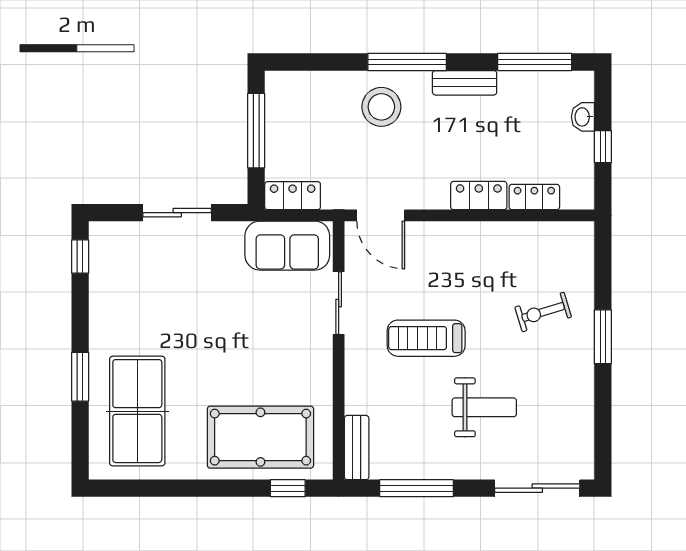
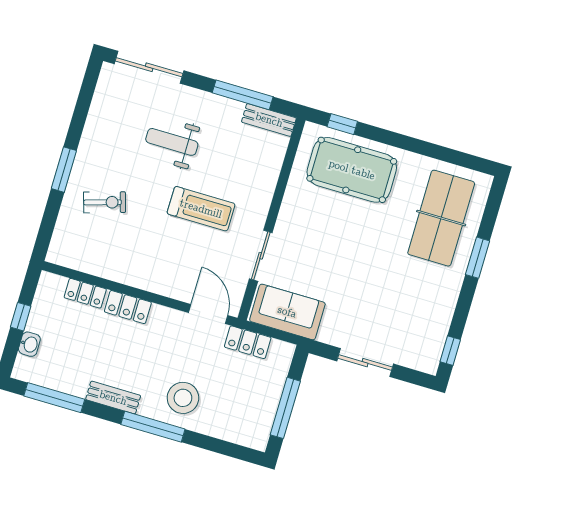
locker: (293, 196) -> (248, 342), moved
bench: (357, 448) -> (269, 120), moved, turned 90

